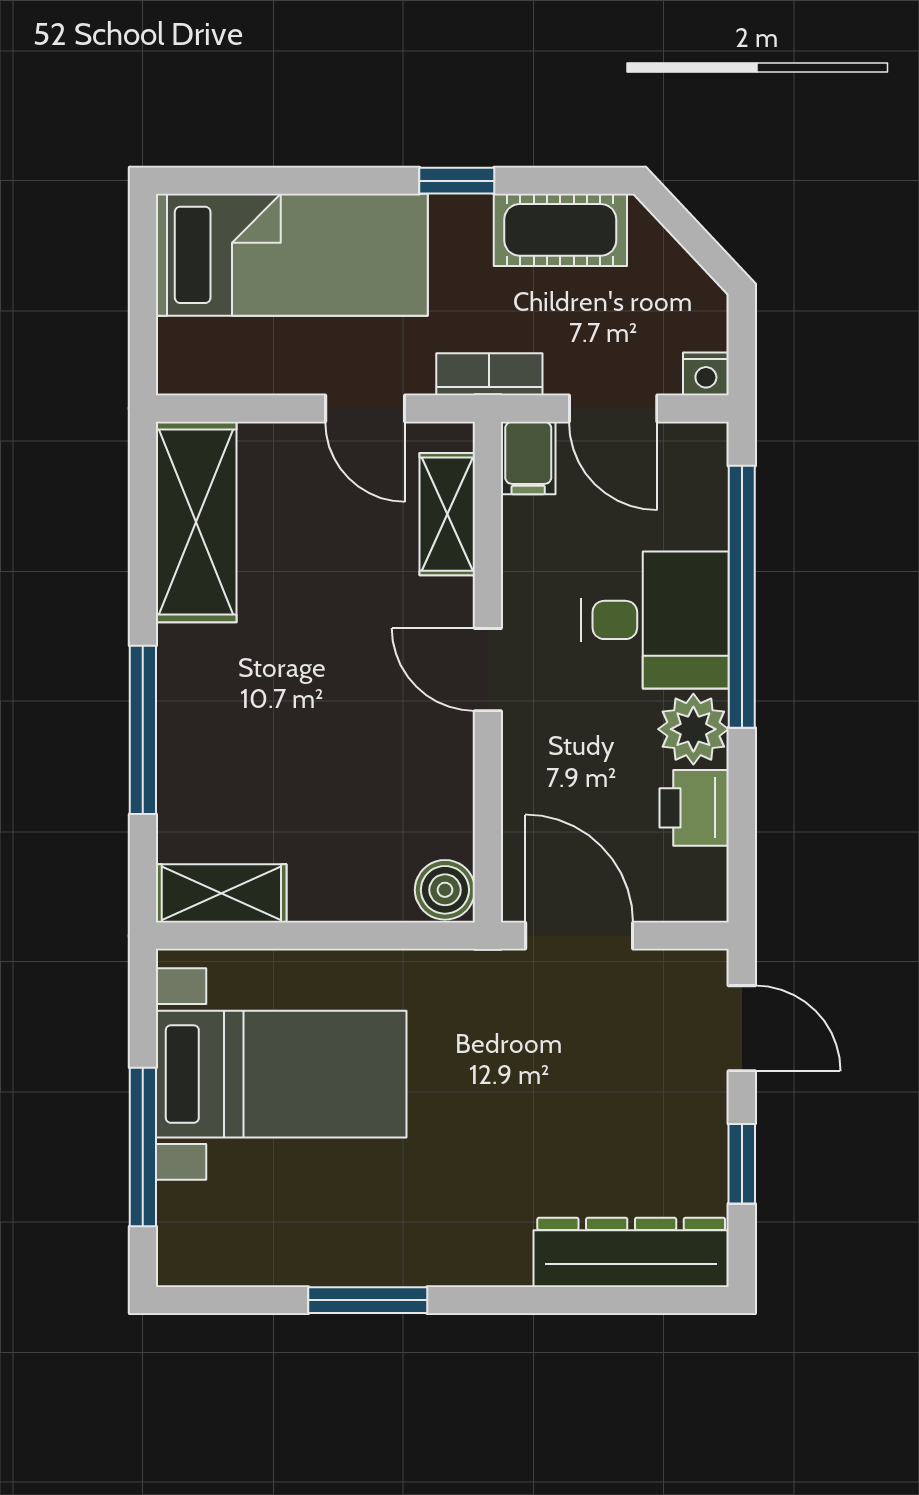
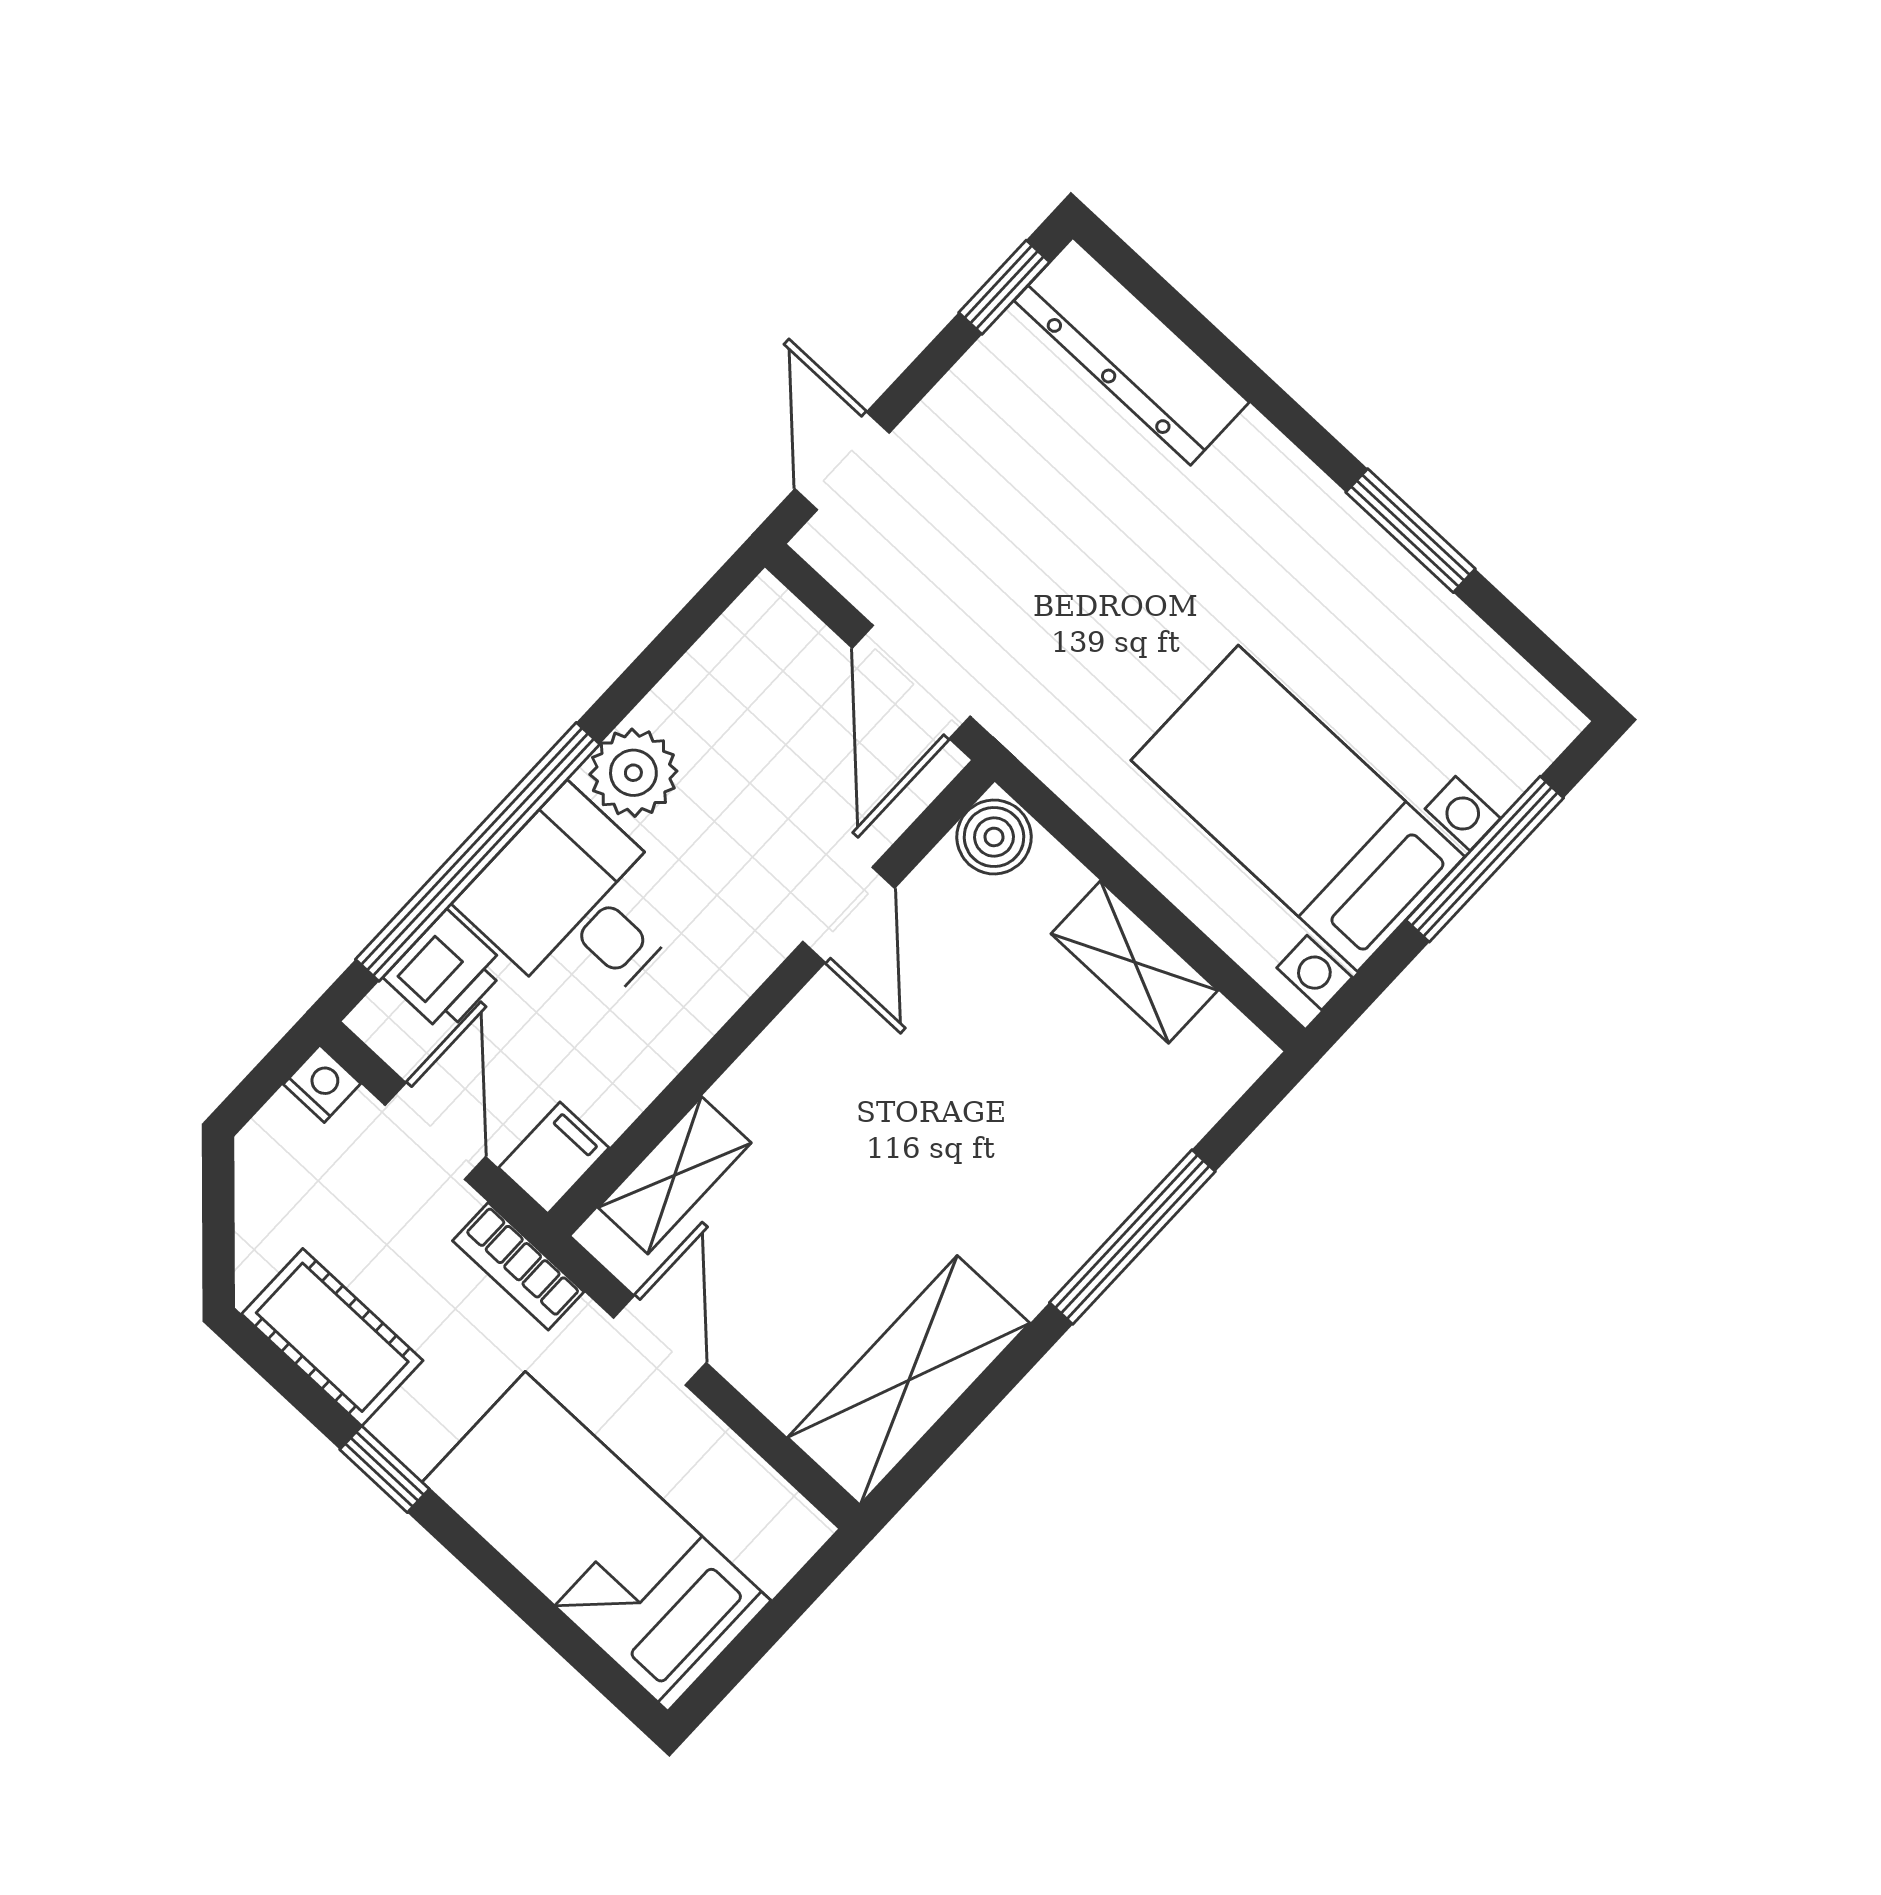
door: (488, 670) -> (849, 915), moved
printer: (694, 808) -> (446, 972), moved
shelving: (221, 893) -> (1135, 962), moved
window: (742, 1164) -> (1004, 287), moved

